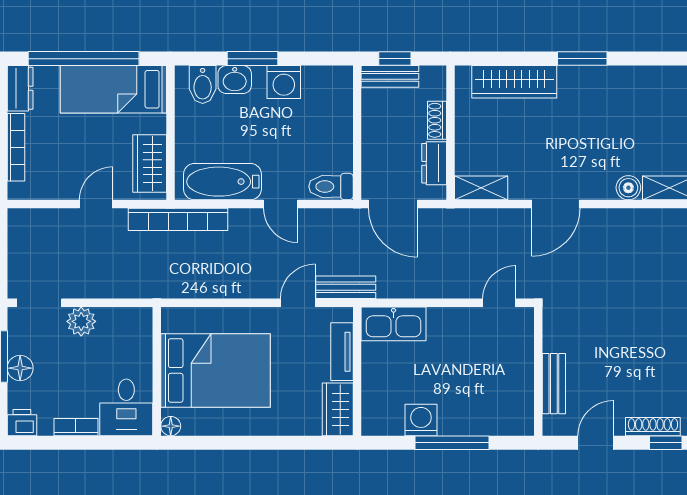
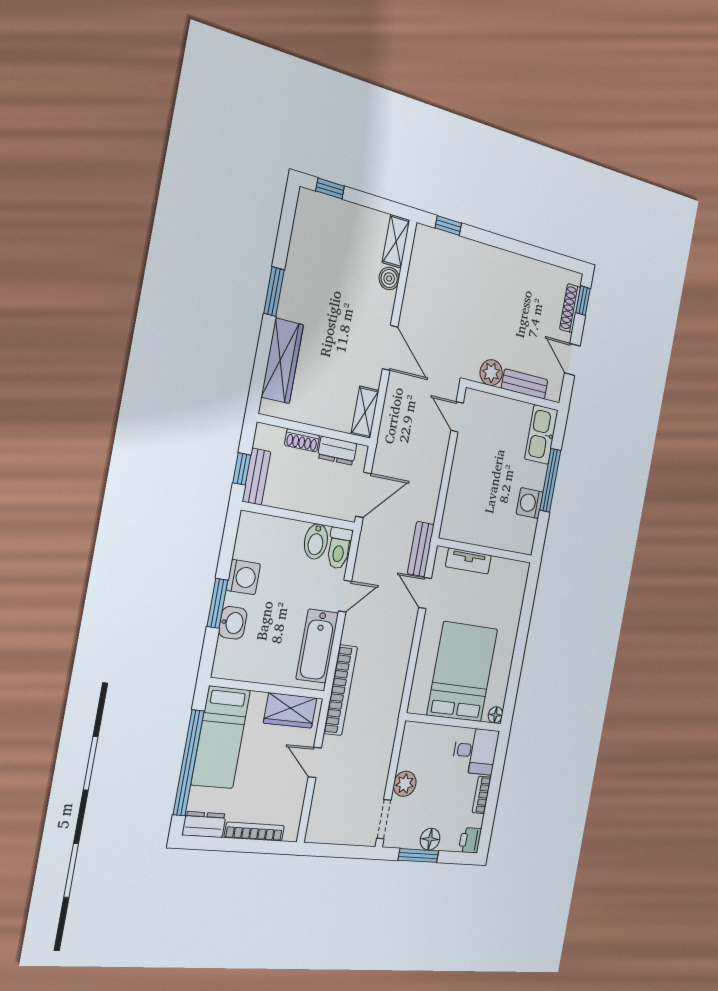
bidet: (203, 85) -> (316, 541), moved, turned 90
kitchen sink: (394, 324) -> (541, 434), moved, turned 180
plant: (557, 336) -> (491, 373), added
wardrobe: (338, 409) -> (509, 572), removed

